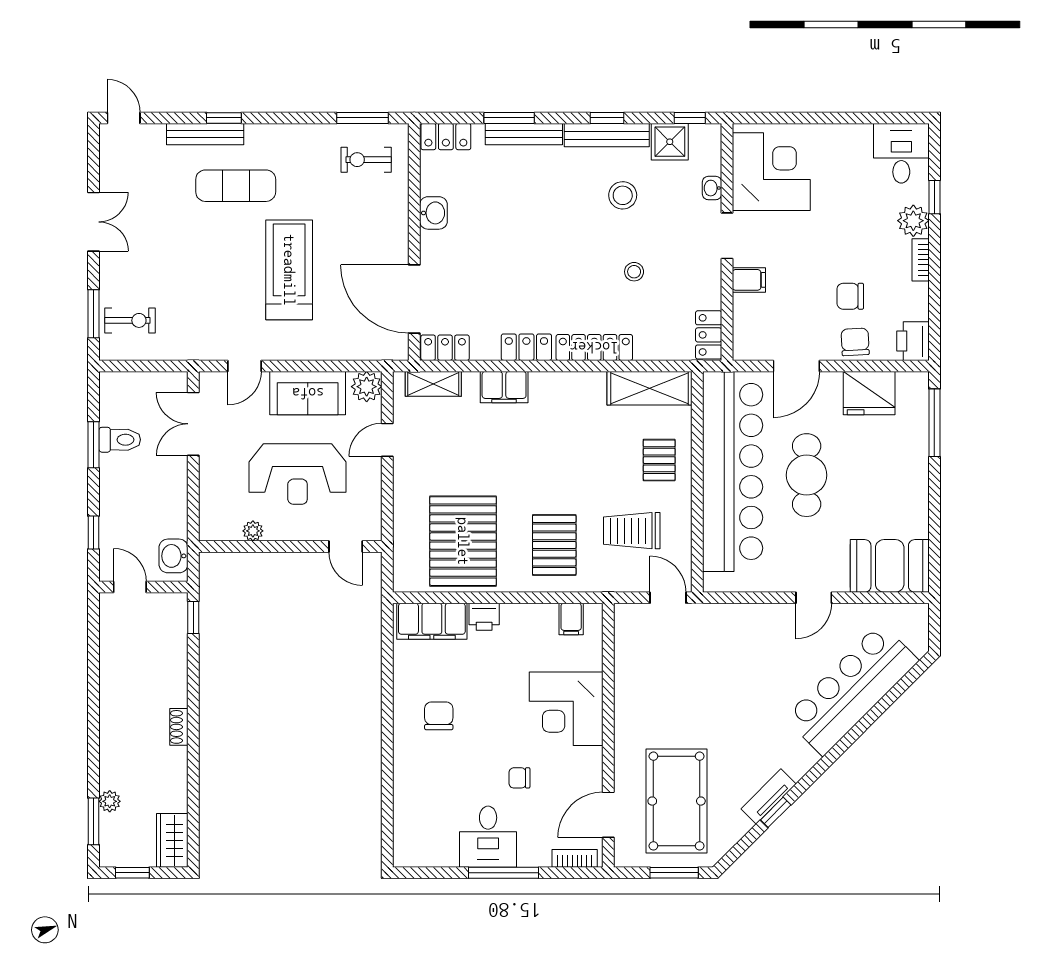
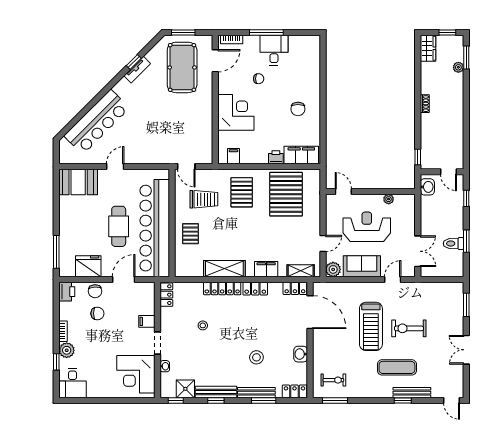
stool: (623, 195) -> (256, 357), moved
exercise bike: (130, 320) -> (409, 328), moved, width x1.38, depth x1.39
shelving: (650, 388) -> (224, 269), moved

